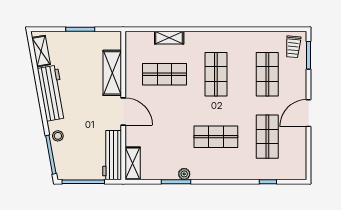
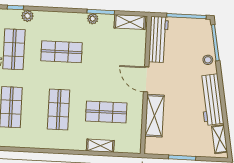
shelving: (133, 163) -> (130, 22), moved, turned 90
plant: (255, 173) -> (27, 16), added

